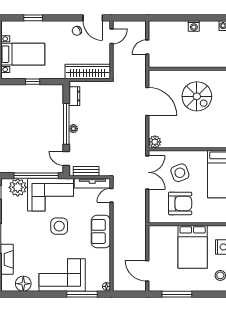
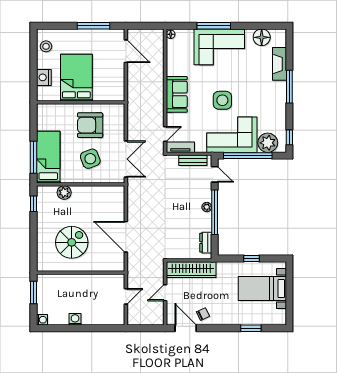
door: (112, 36) -> (165, 293), moved
spiral stairs: (197, 96) -> (72, 242), turned 90
plant: (155, 142) -> (64, 193), moved
double door: (147, 172) -> (126, 159), swing flipped
tv unit: (92, 183) -> (180, 147), width x0.71
window: (82, 294) -> (214, 26), moved

